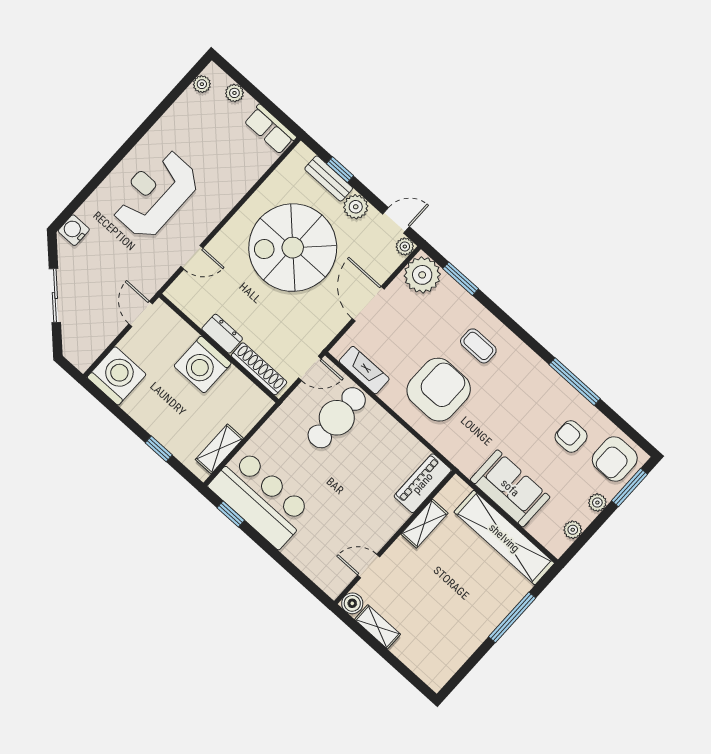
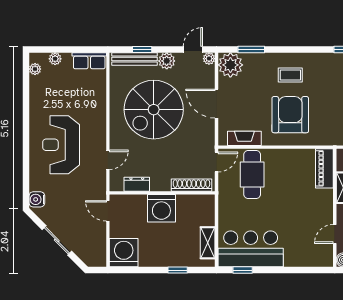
bench: (329, 178) -> (134, 59), width x1.36
dresser: (222, 334) -> (137, 184), moved

